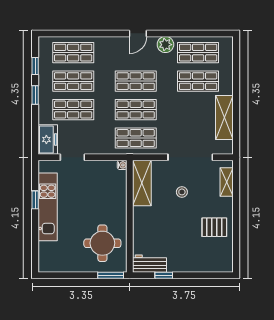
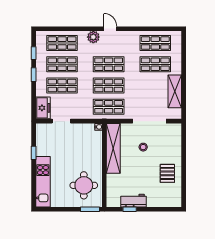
door: (138, 33) -> (110, 29), swing flipped
plant: (165, 45) -> (93, 37), moved
shelving: (227, 182) -> (177, 140), removed
shelving: (142, 183) -> (113, 148), width x1.47
kitchen unit: (48, 207) -> (43, 182), moved
pallet: (214, 227) -> (167, 173), turned 90
workbench: (150, 264) -> (134, 201), moved

